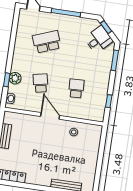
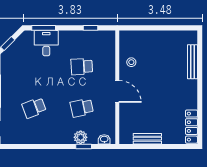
desk: (99, 40) -> (46, 43), moved, turned 45
school desk: (47, 42) -> (34, 108), width x0.54
door: (50, 116) -> (117, 91), swing flipped

